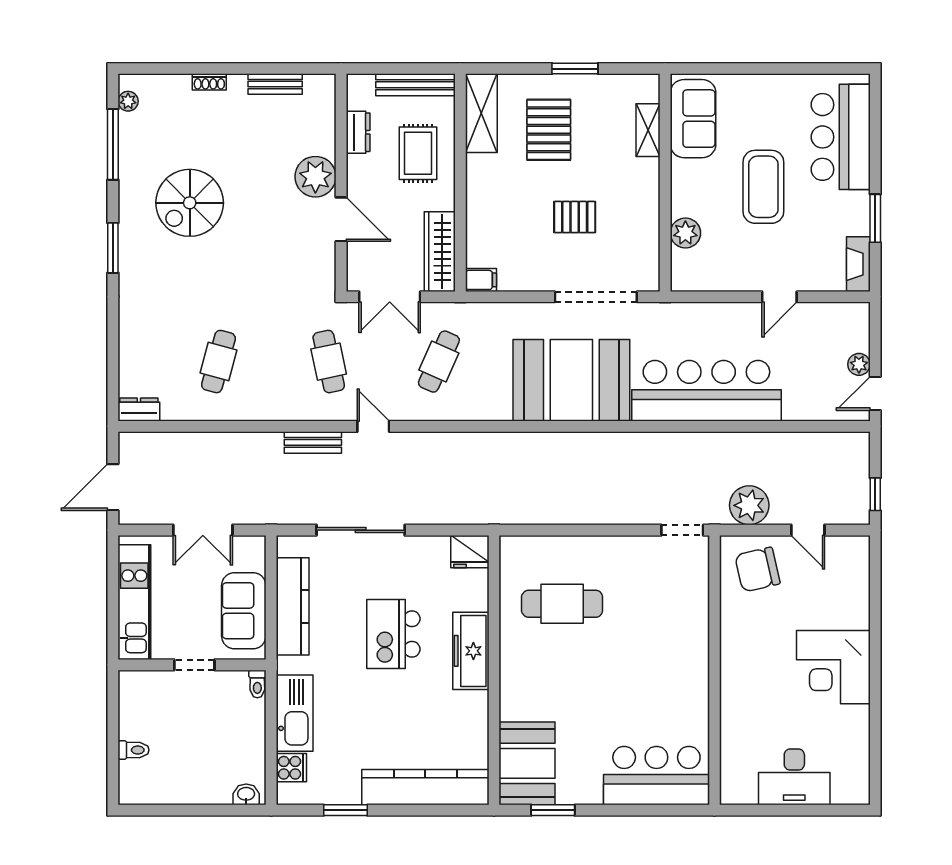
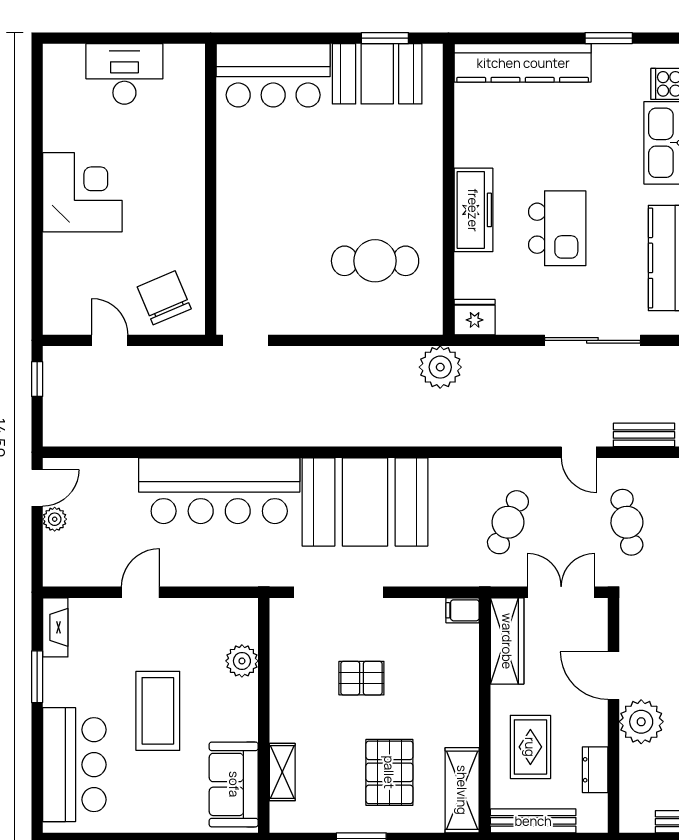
plant: (749, 505) -> (440, 367), moved
chair: (757, 570) -> (164, 298), turned -100
booth: (527, 763) -> (377, 74), moved, turned 90

